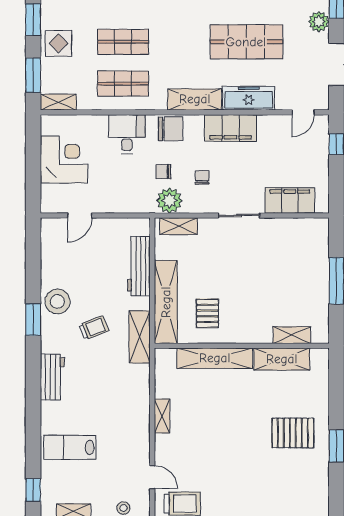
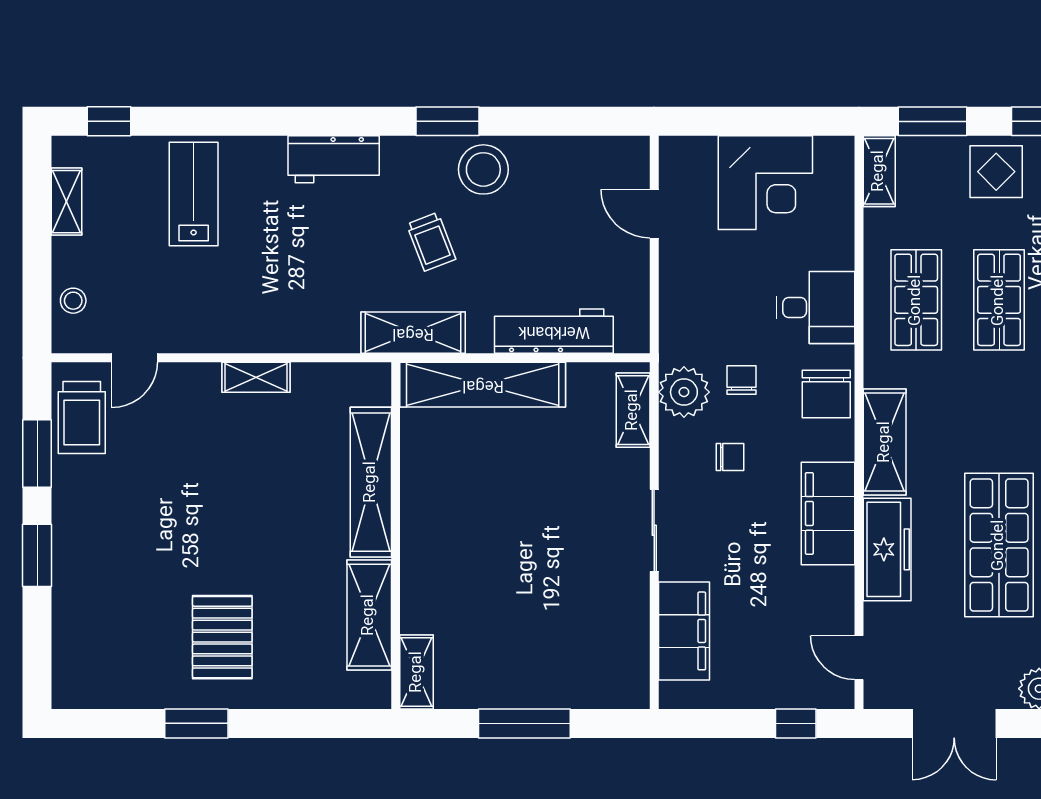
pallet: (207, 313) -> (460, 468), removed
shelving: (292, 335) -> (417, 672), moved

